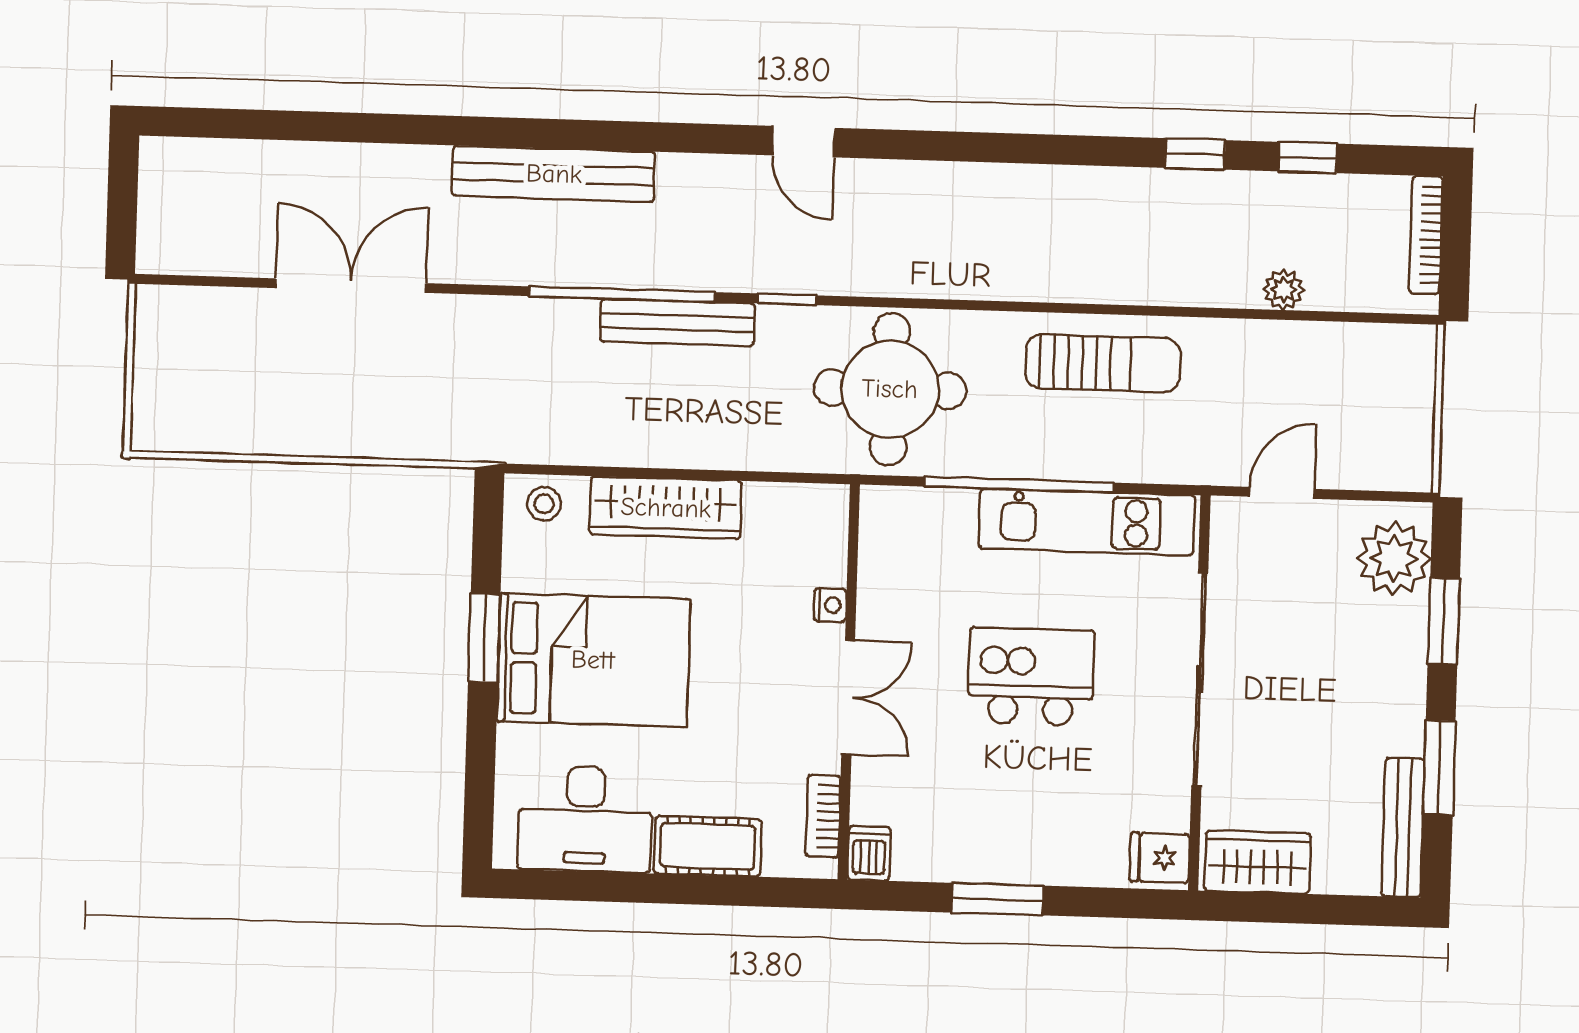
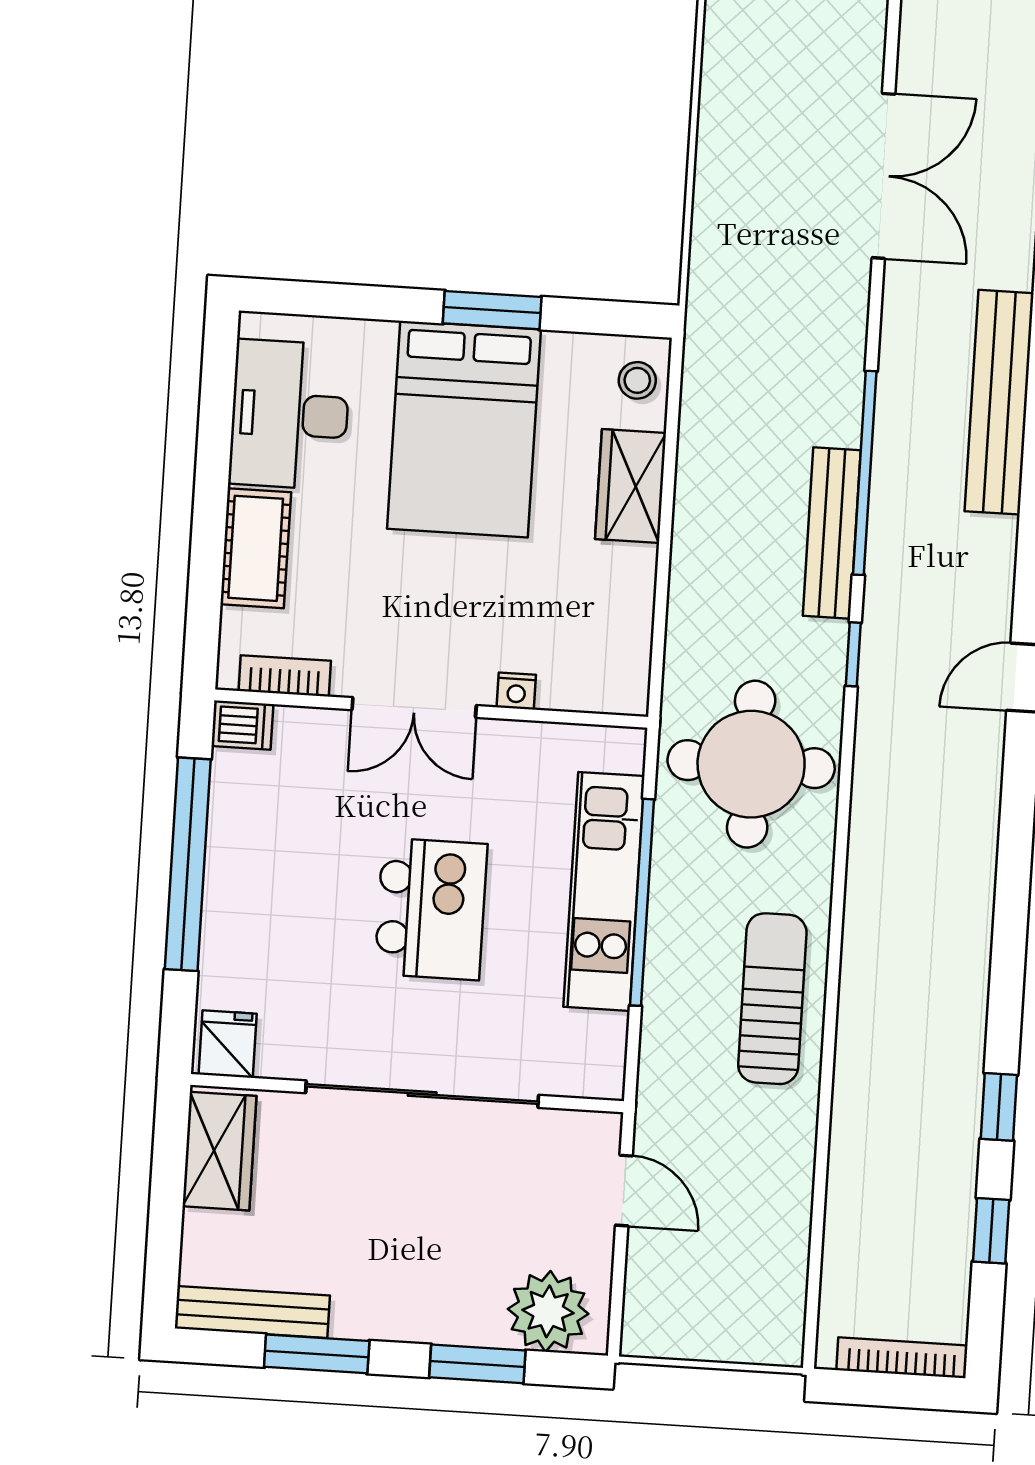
plant: (1284, 290) -> (847, 1200), removed
sun lounger: (1103, 363) -> (772, 999), turned 180
wardrobe: (666, 508) -> (631, 486), width x0.67
kitchen unit: (1087, 522) -> (604, 891), moved
window: (997, 899) -> (188, 864), width x2.11

